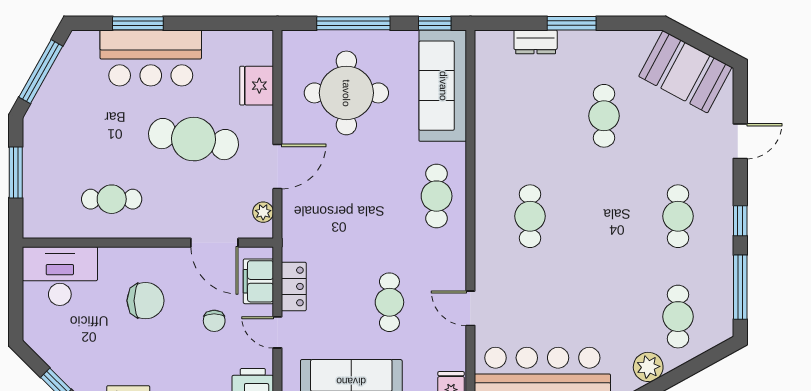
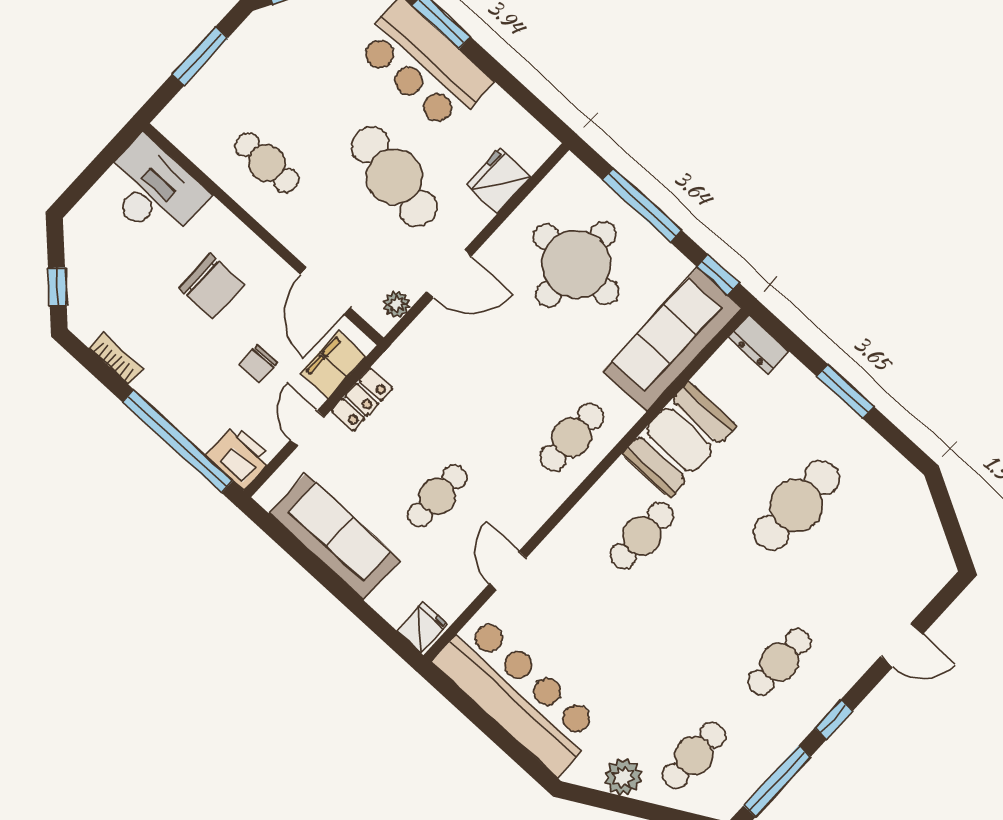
dresser: (536, 42) -> (759, 344), moved
booth: (685, 72) -> (679, 440), moved, turned 62
cafe table: (604, 116) -> (796, 505), width x1.37, depth x1.35

